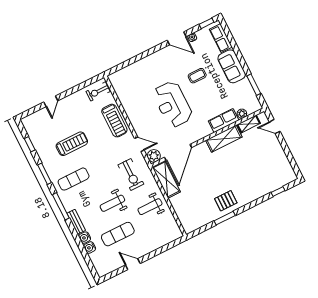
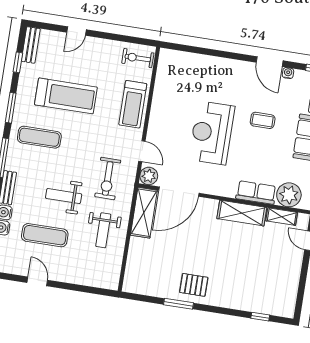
plant: (242, 114) -> (289, 195), width x1.88, depth x1.88
bench: (30, 129) -> (31, 45), added
treadmill: (72, 144) -> (66, 96), width x1.37, depth x1.38
weight bench: (150, 207) -> (103, 230), turned -90

